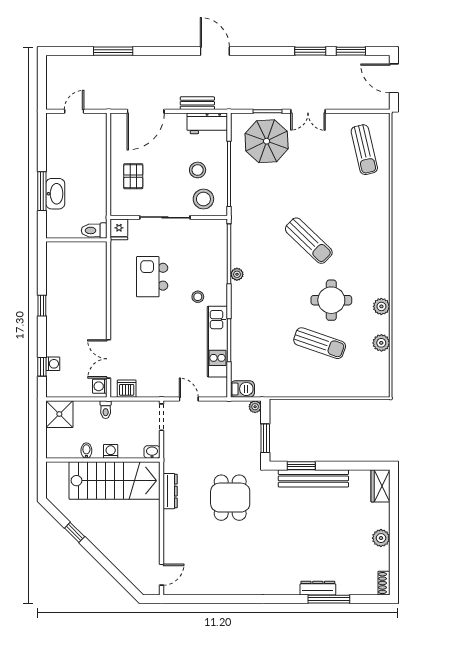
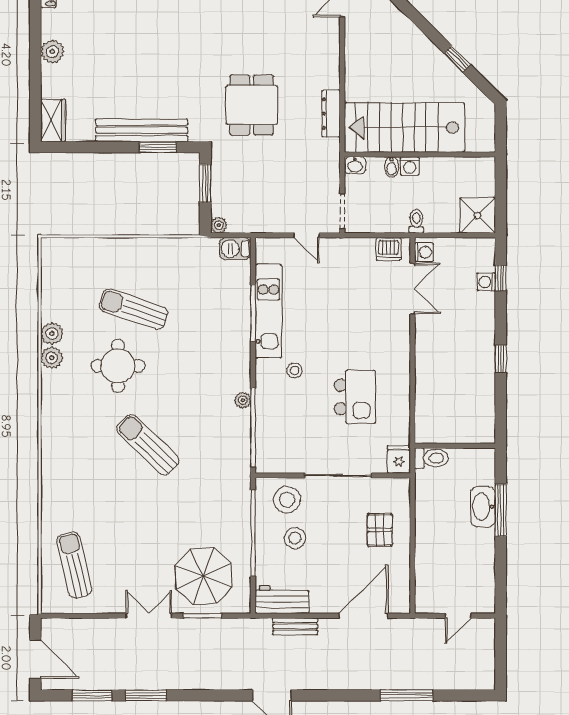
plant: (381, 343) -> (52, 334), moved
bidet: (86, 451) -> (392, 167), moved

